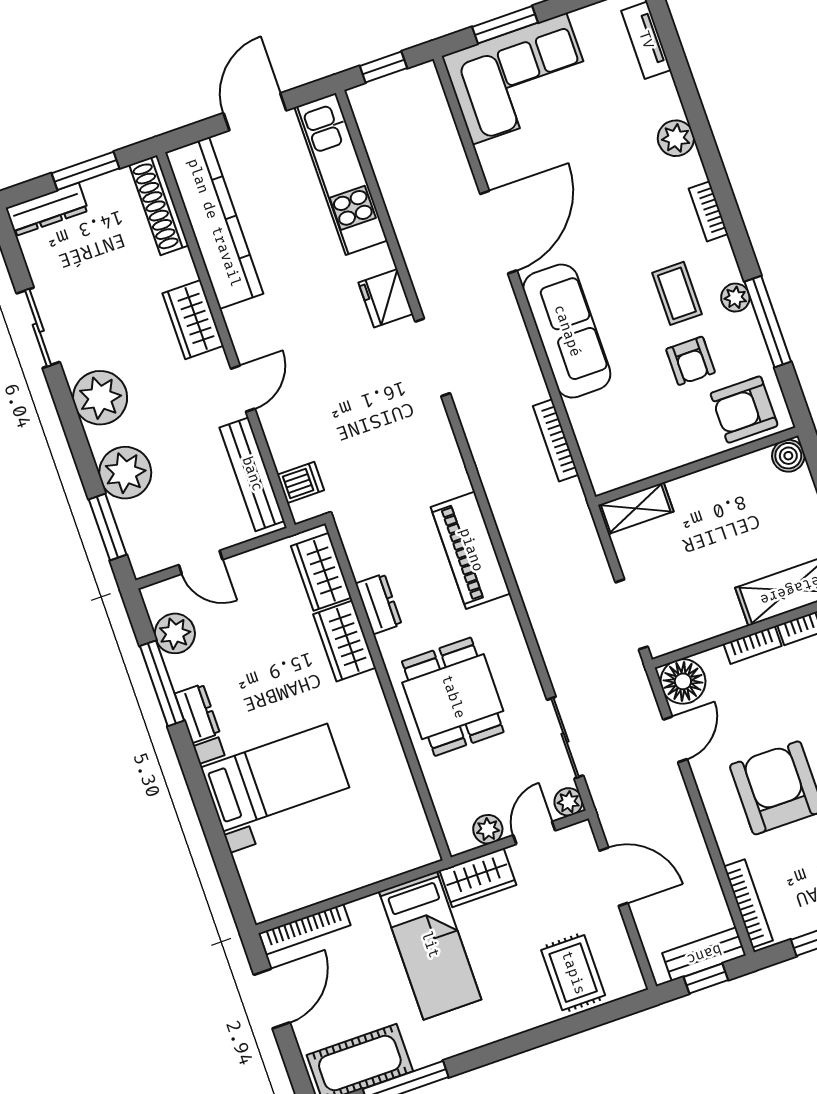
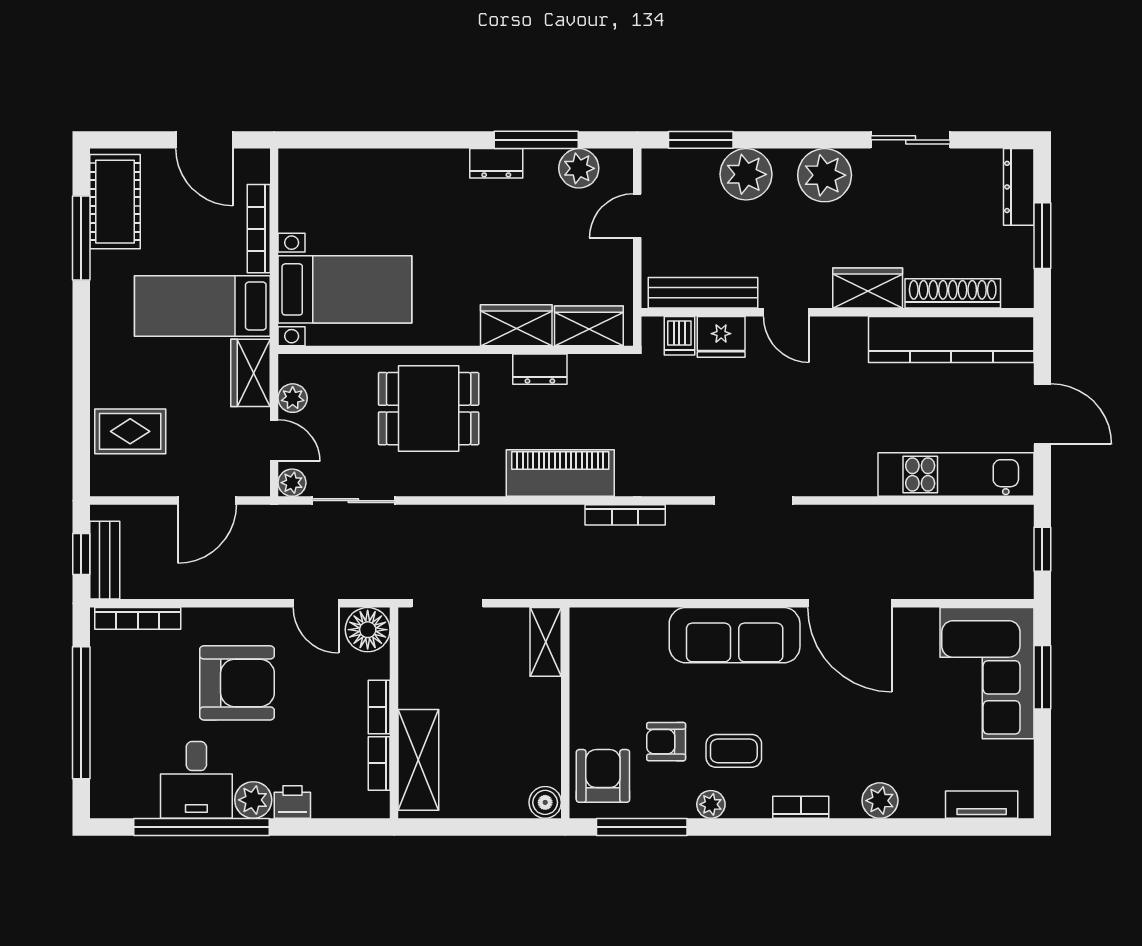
shoe rack: (159, 205) -> (953, 293), moved
fridge: (386, 298) -> (721, 337), moved, turned 180
window: (768, 322) -> (642, 827), moved
bookcase: (556, 440) -> (625, 515), moved, turned 180
bed with nightstands: (275, 777) -> (345, 289), moved, turned -90
bookcase: (305, 929) -> (259, 229), moved

